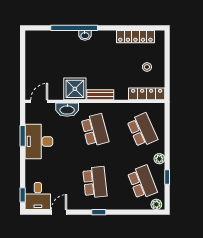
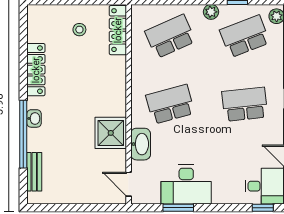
locker: (135, 37) -> (36, 70), moved
bench: (100, 95) -> (34, 172), moved

